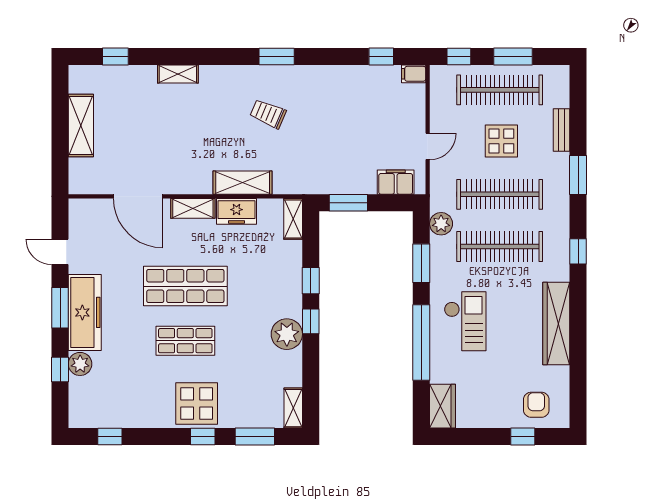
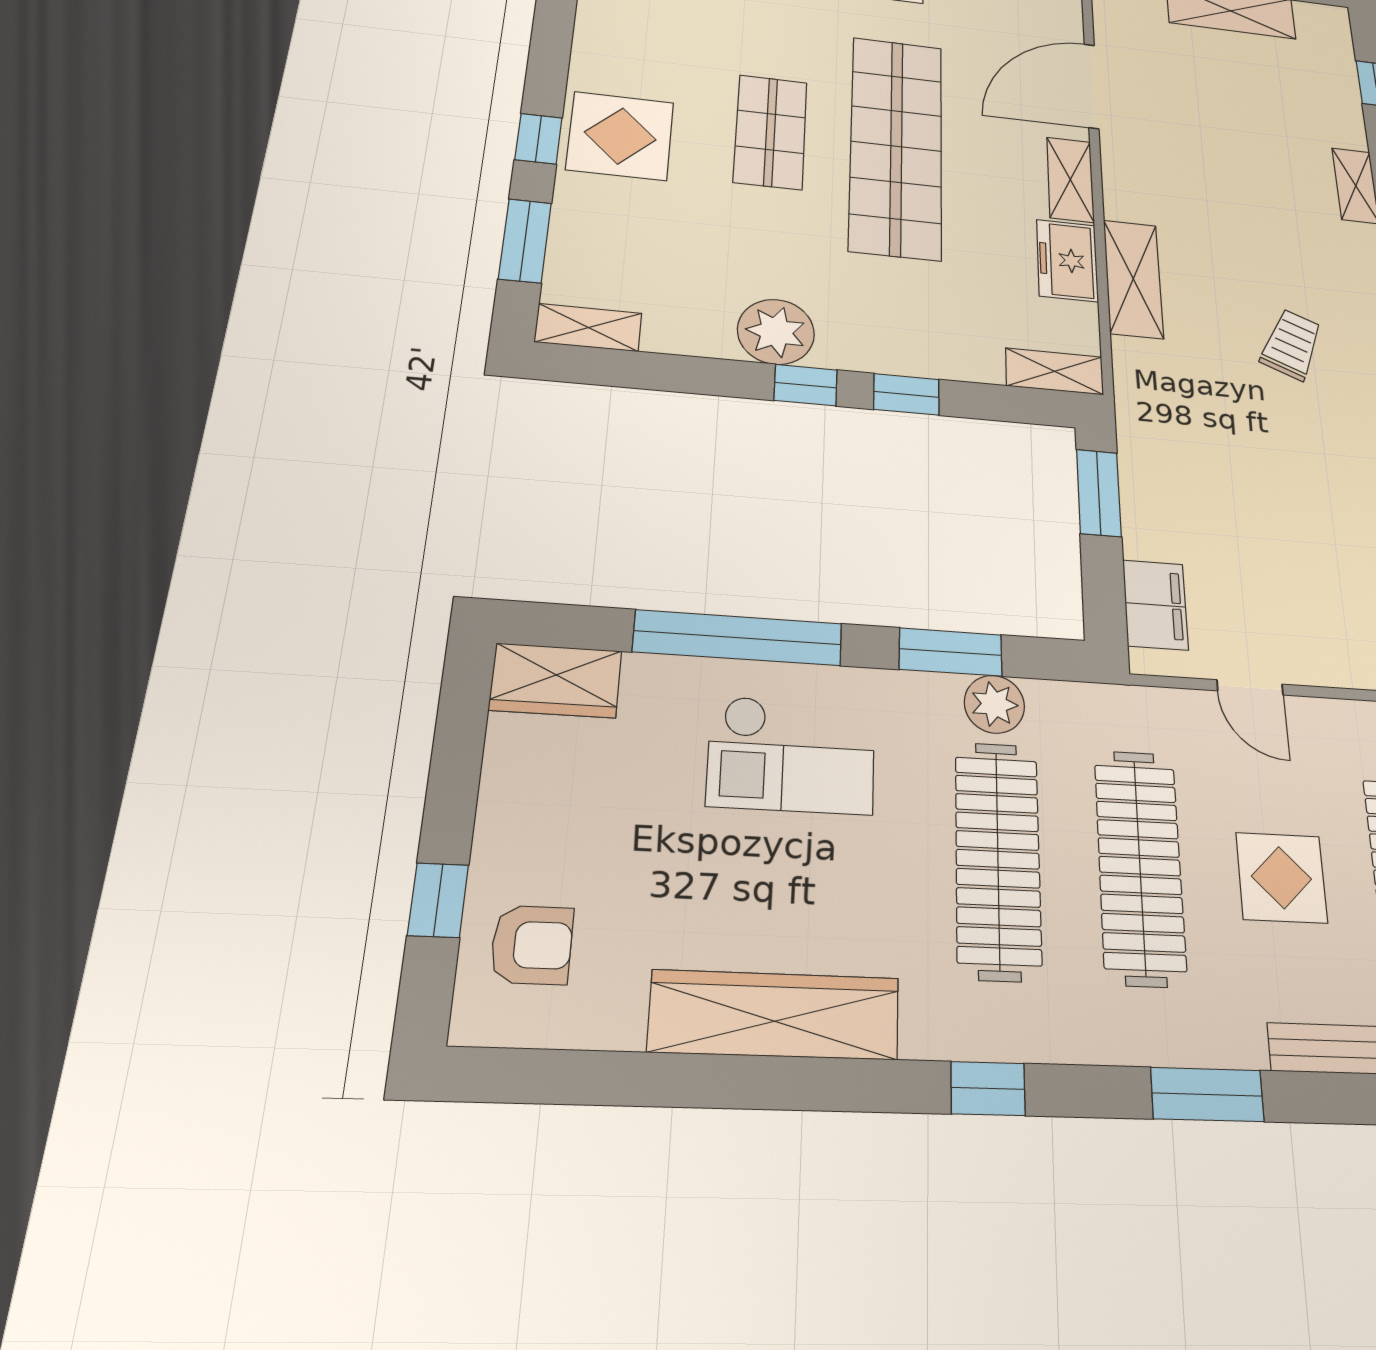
plant: (441, 224) -> (994, 704), moved
shop shelf: (185, 286) -> (896, 146), width x1.40

